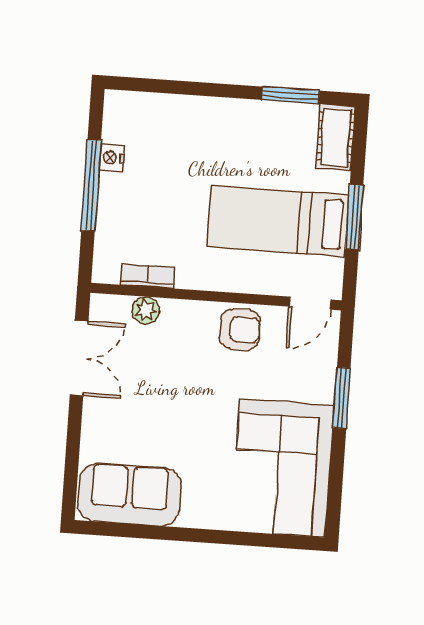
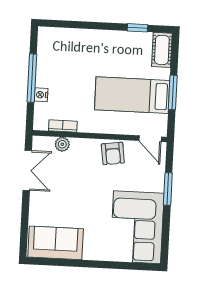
window: (290, 95) -> (137, 28), width x0.67
nightstand: (112, 158) -> (41, 95), moved
door: (310, 303) -> (150, 139), hinge flipped
armchair: (240, 329) -> (113, 153), turned 82

